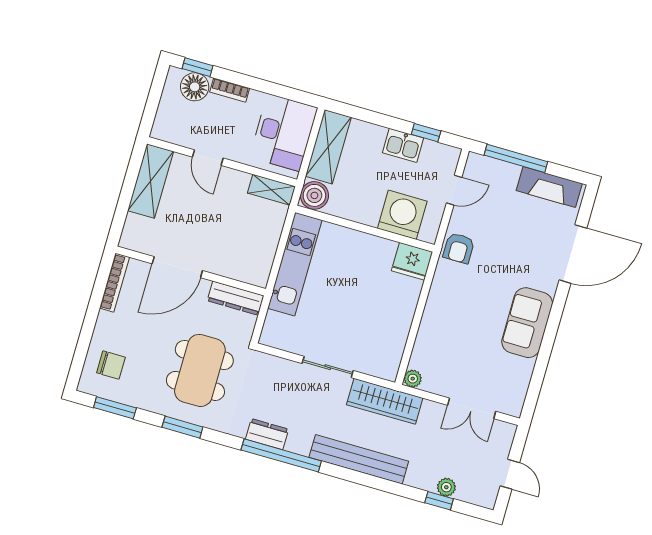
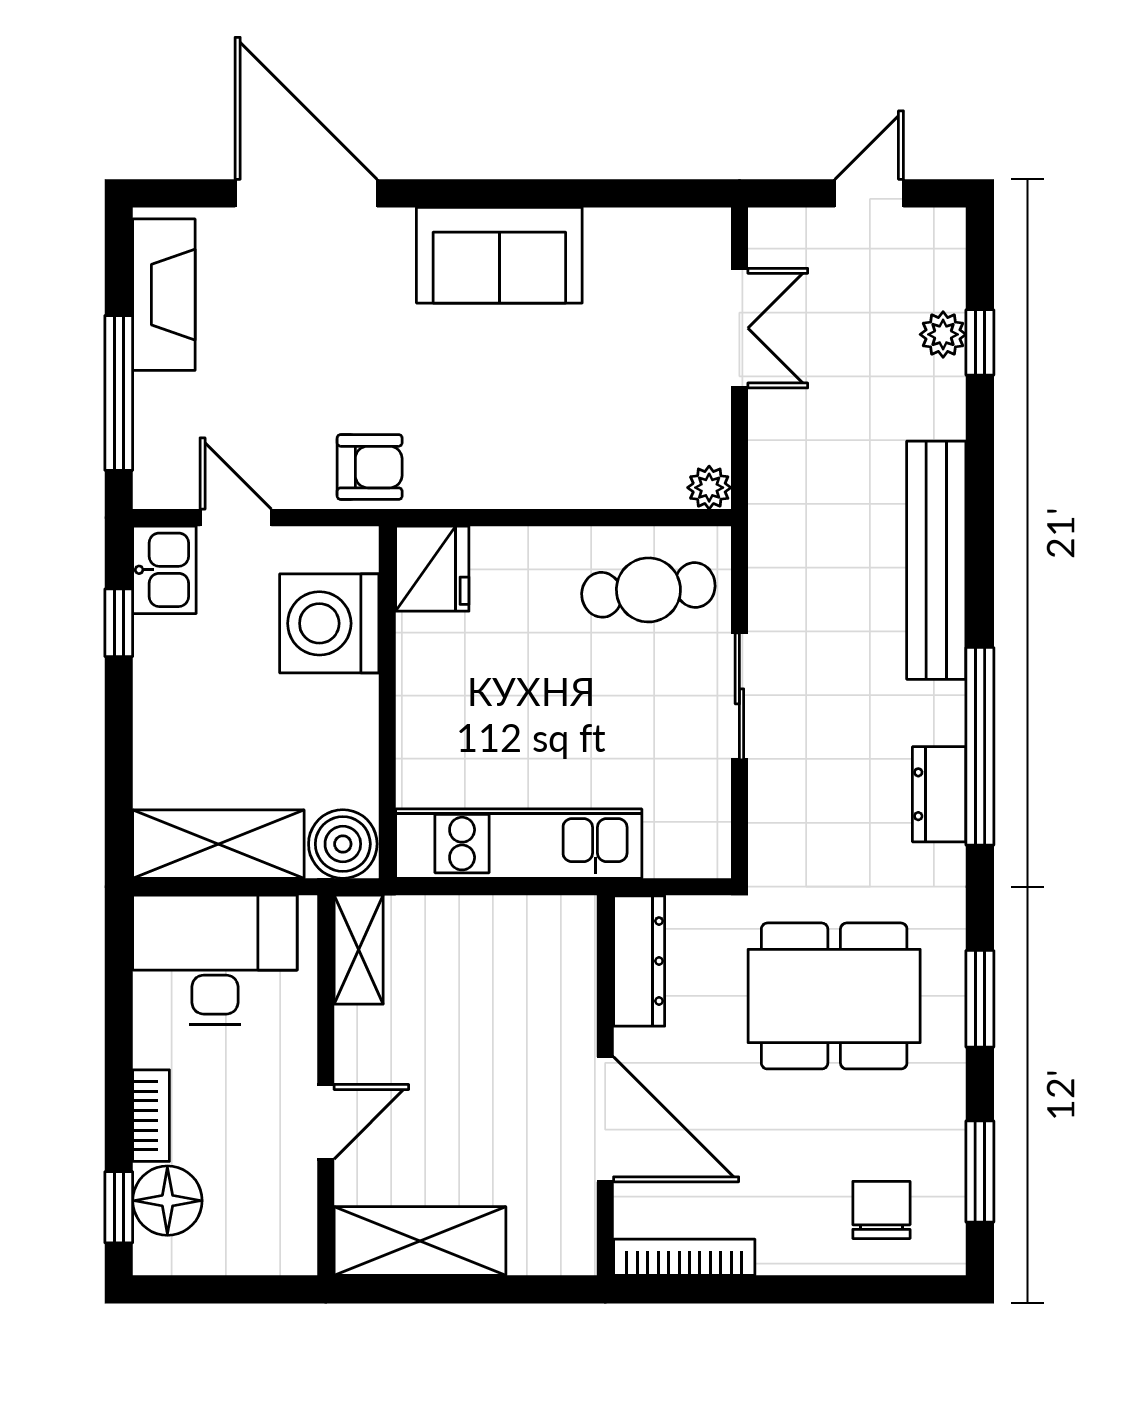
kitchen sink: (403, 145) -> (164, 570), moved
cafe table: (380, 343) -> (648, 590), added
wardrobe: (385, 401) -> (782, 538), removed

